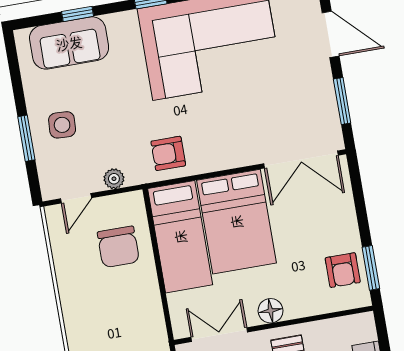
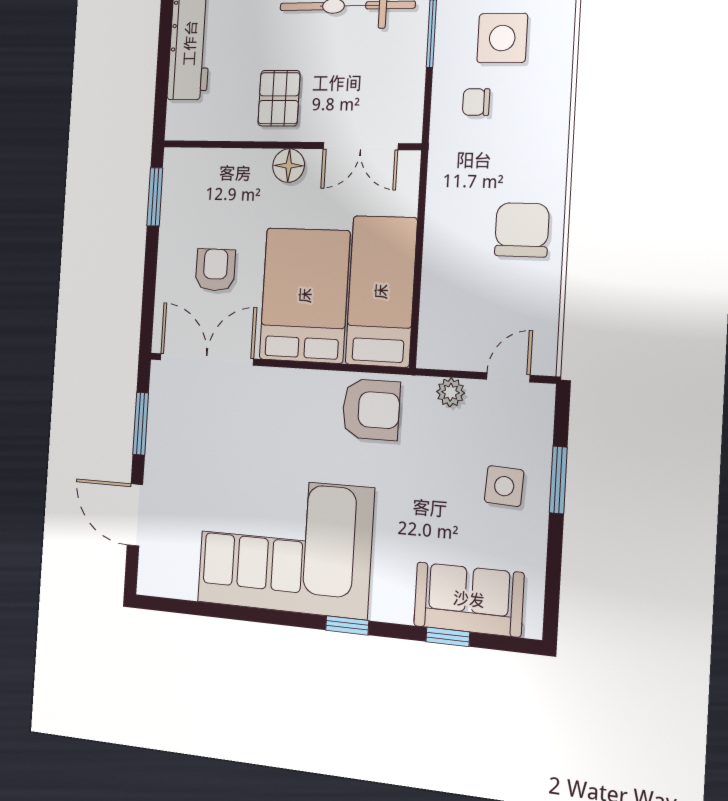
armchair: (168, 153) -> (371, 410), width x1.38, depth x1.38
chair: (118, 247) -> (522, 230), moved
armchair: (343, 270) -> (215, 270), moved

